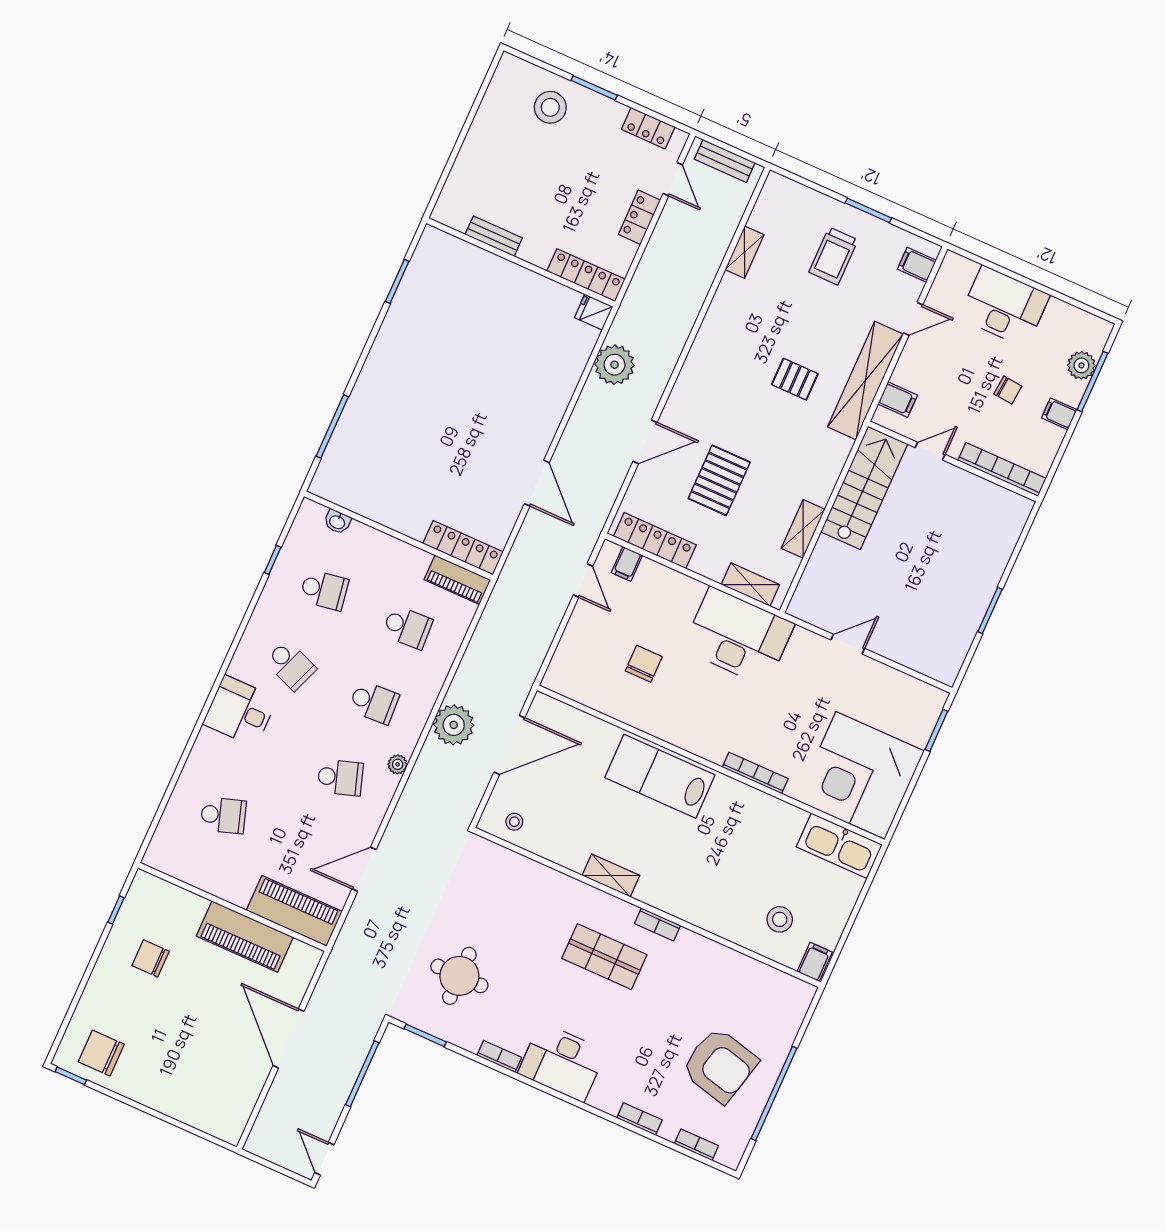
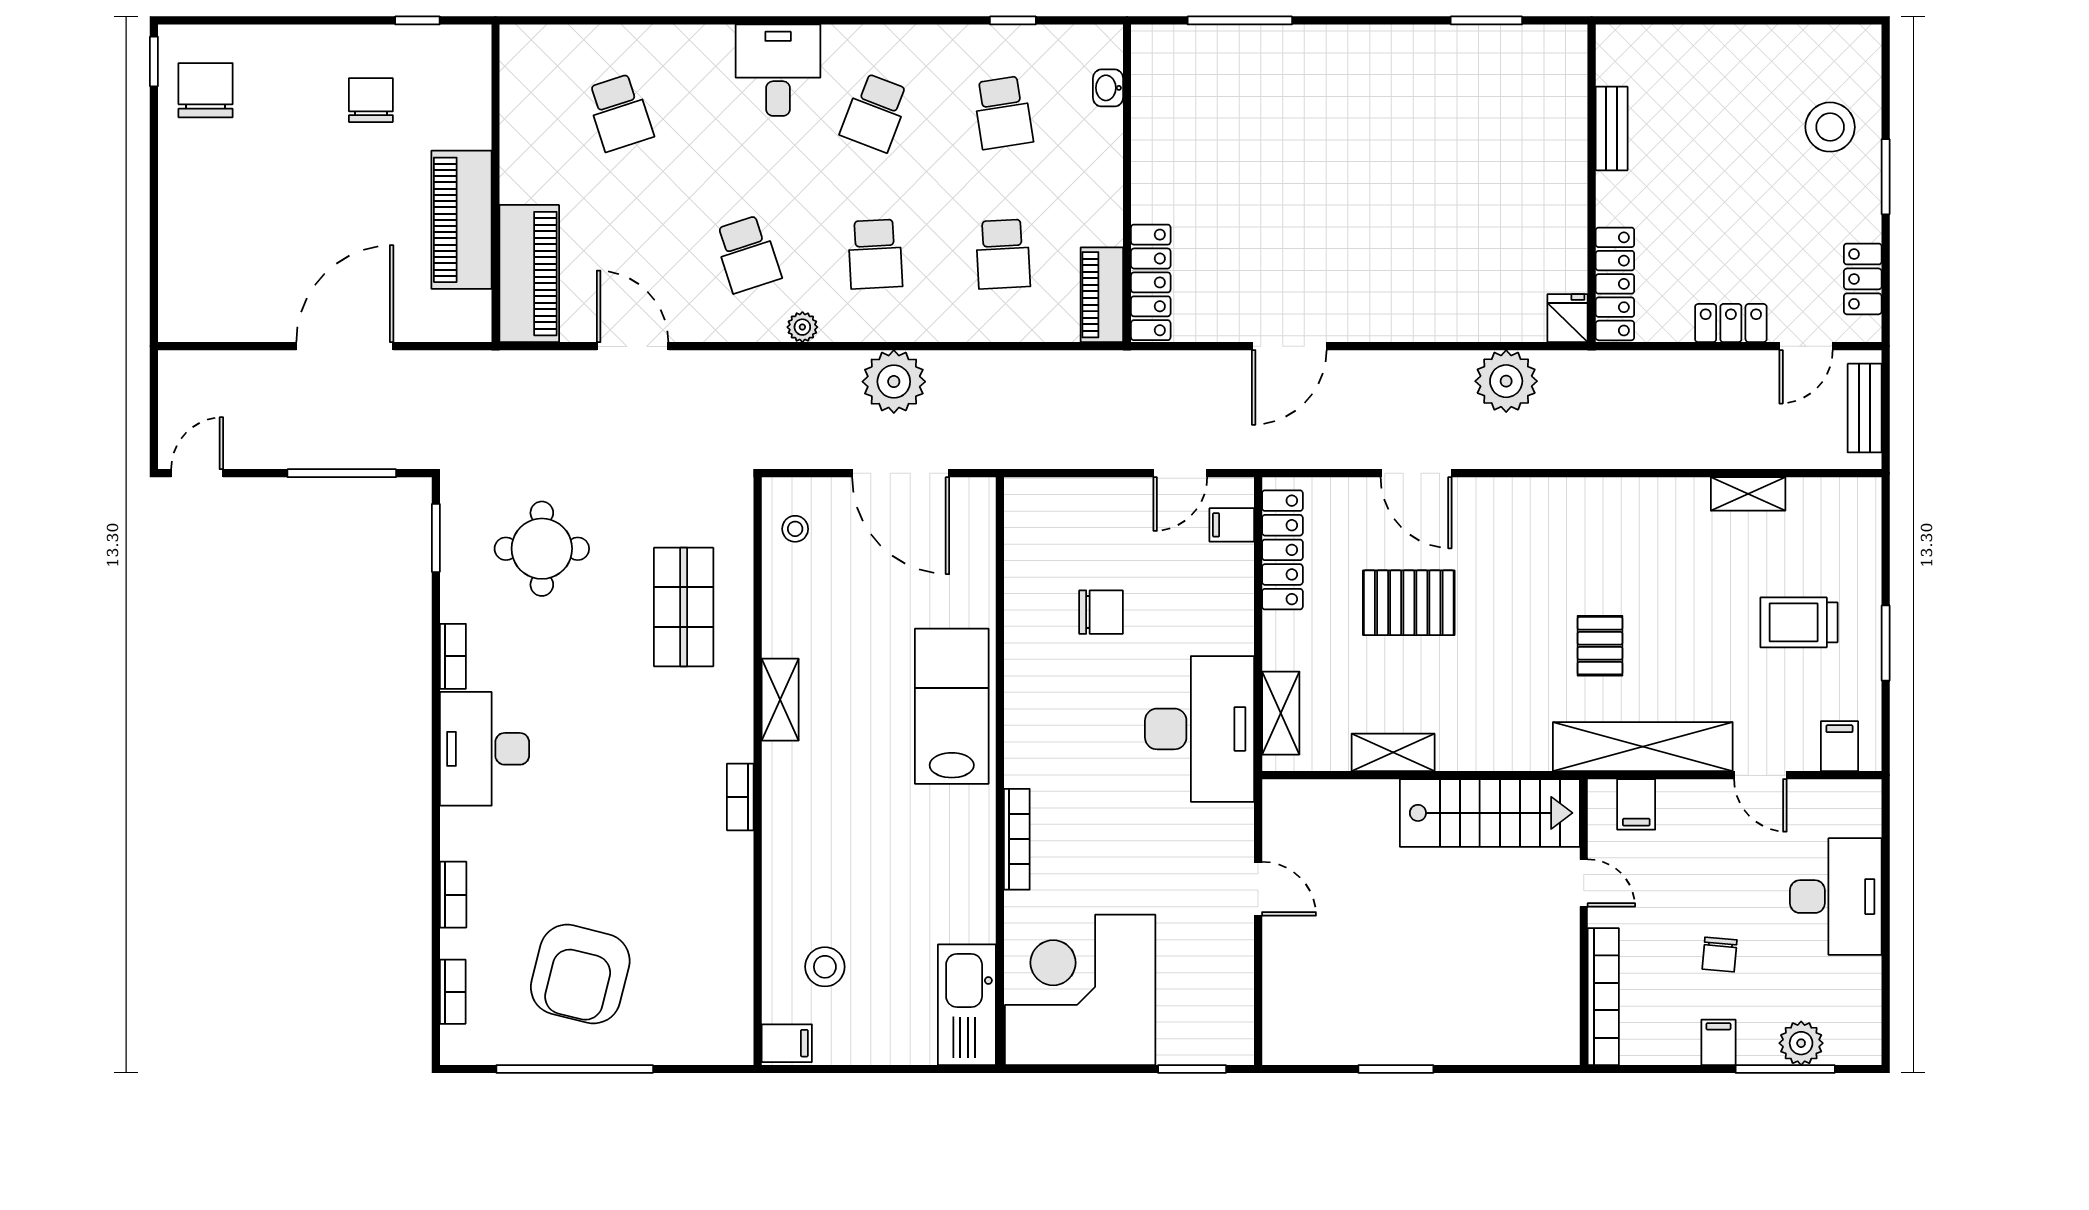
shop shelf: (604, 957) -> (684, 607), moved

